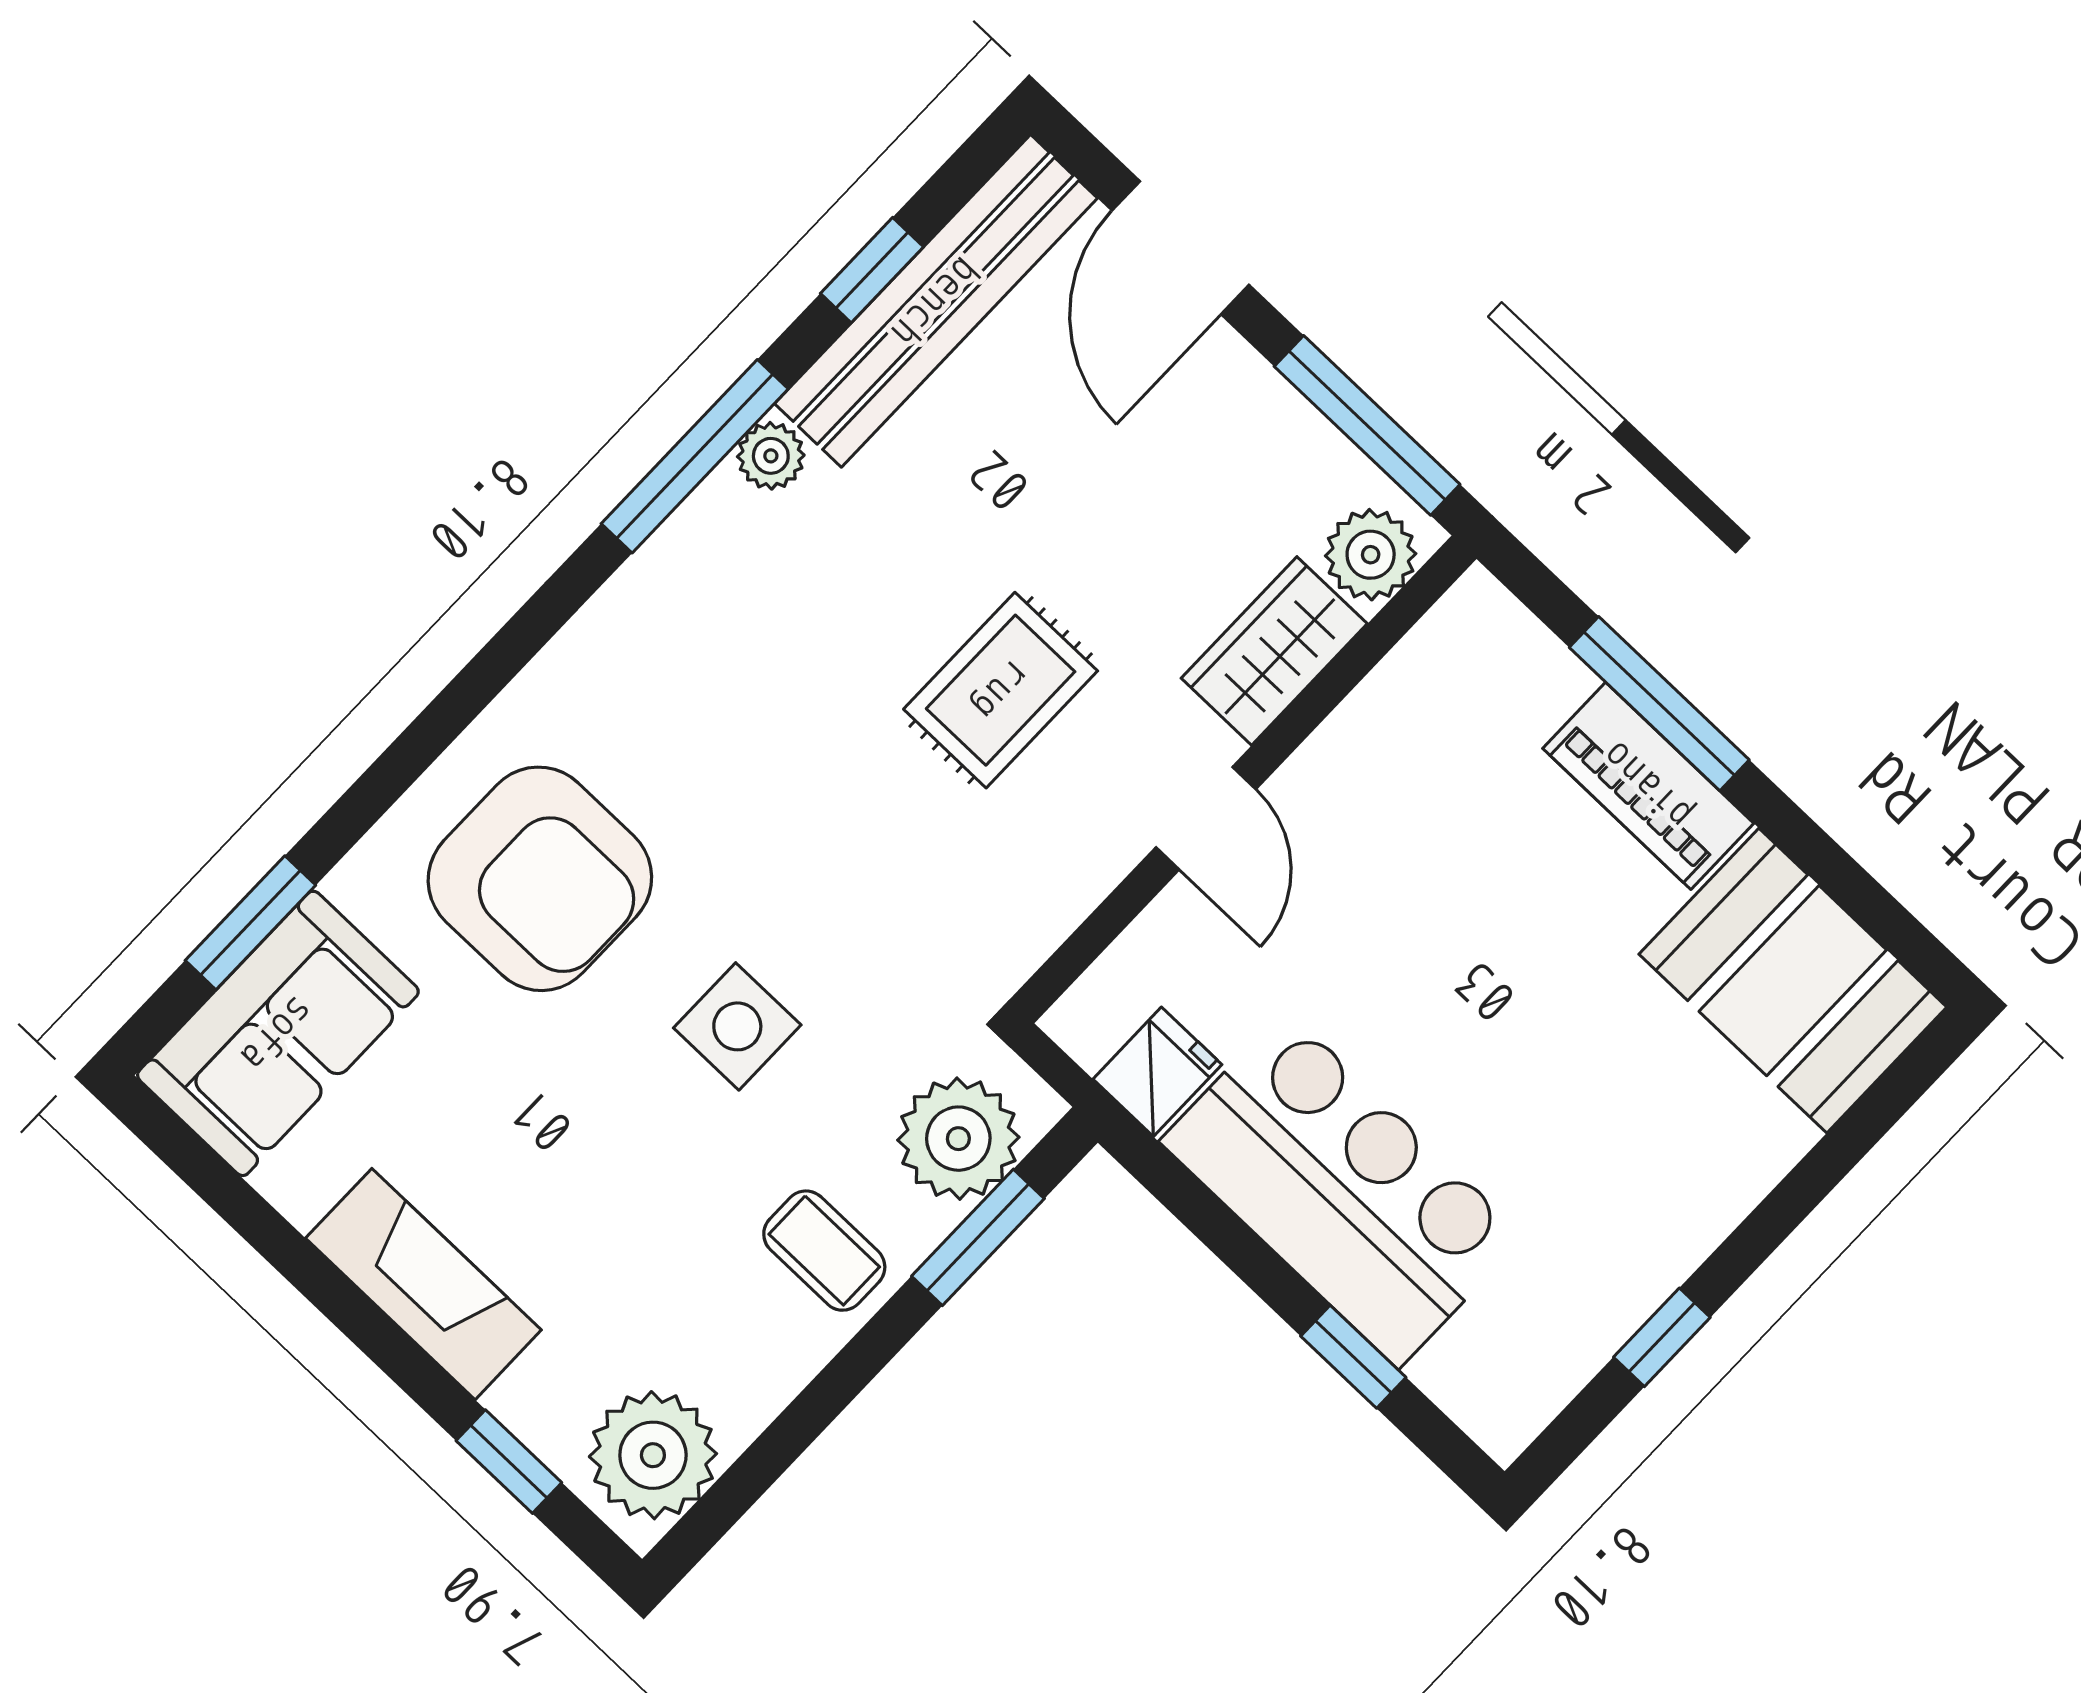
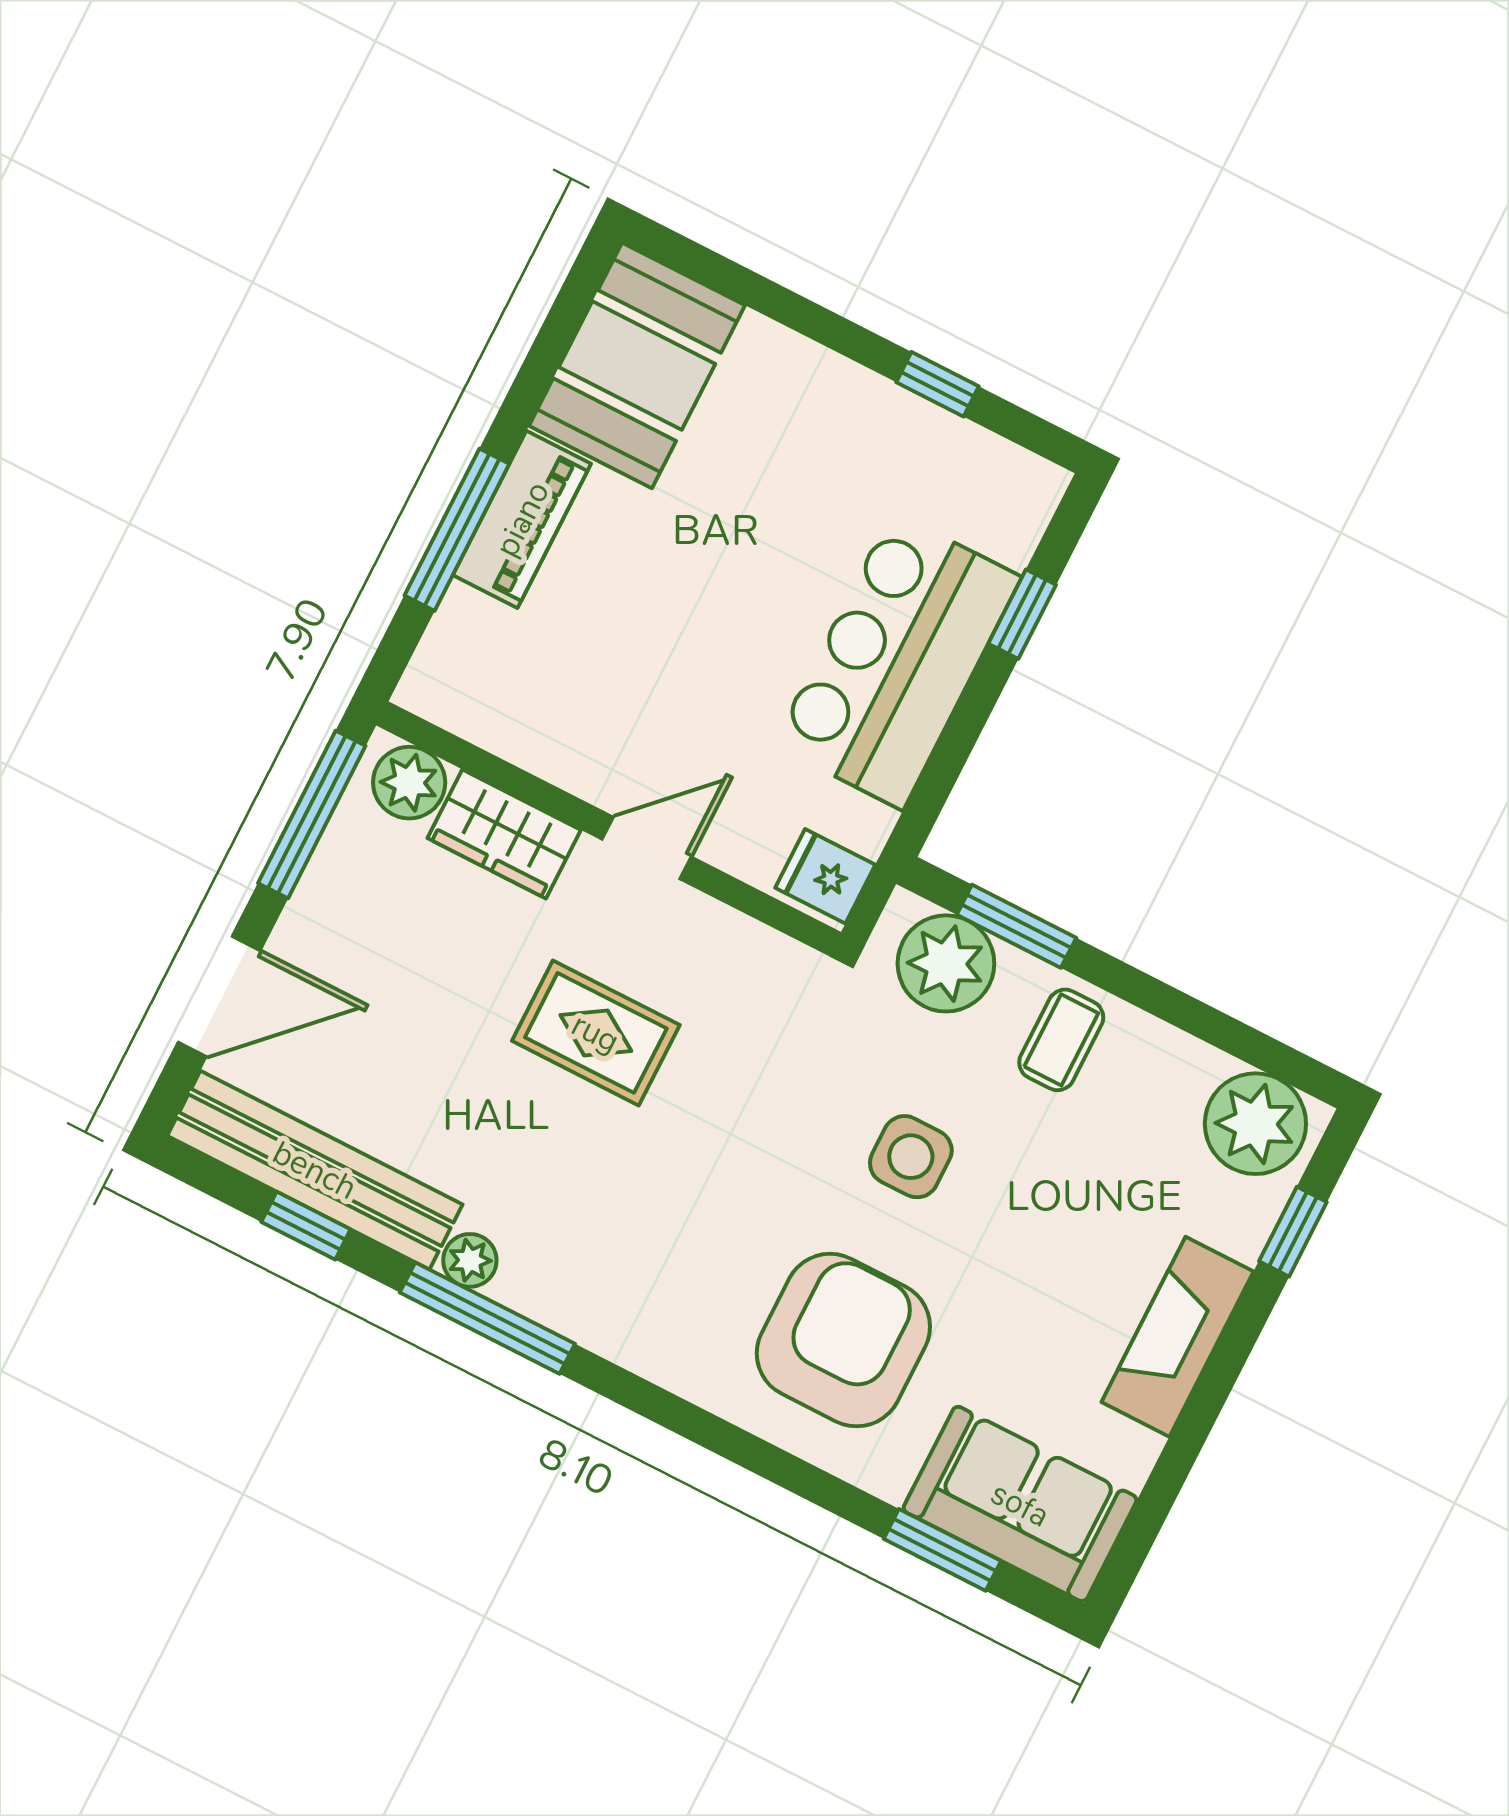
fridge: (1157, 1072) -> (825, 876), moved

